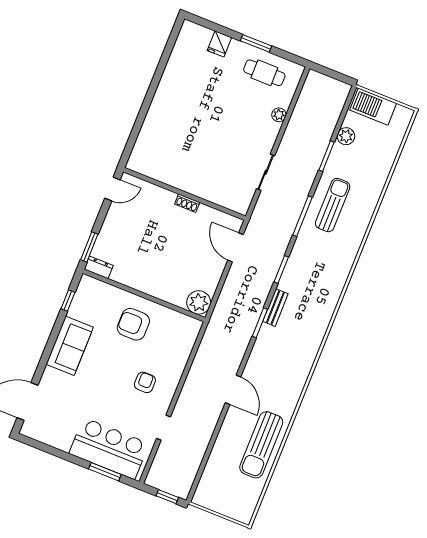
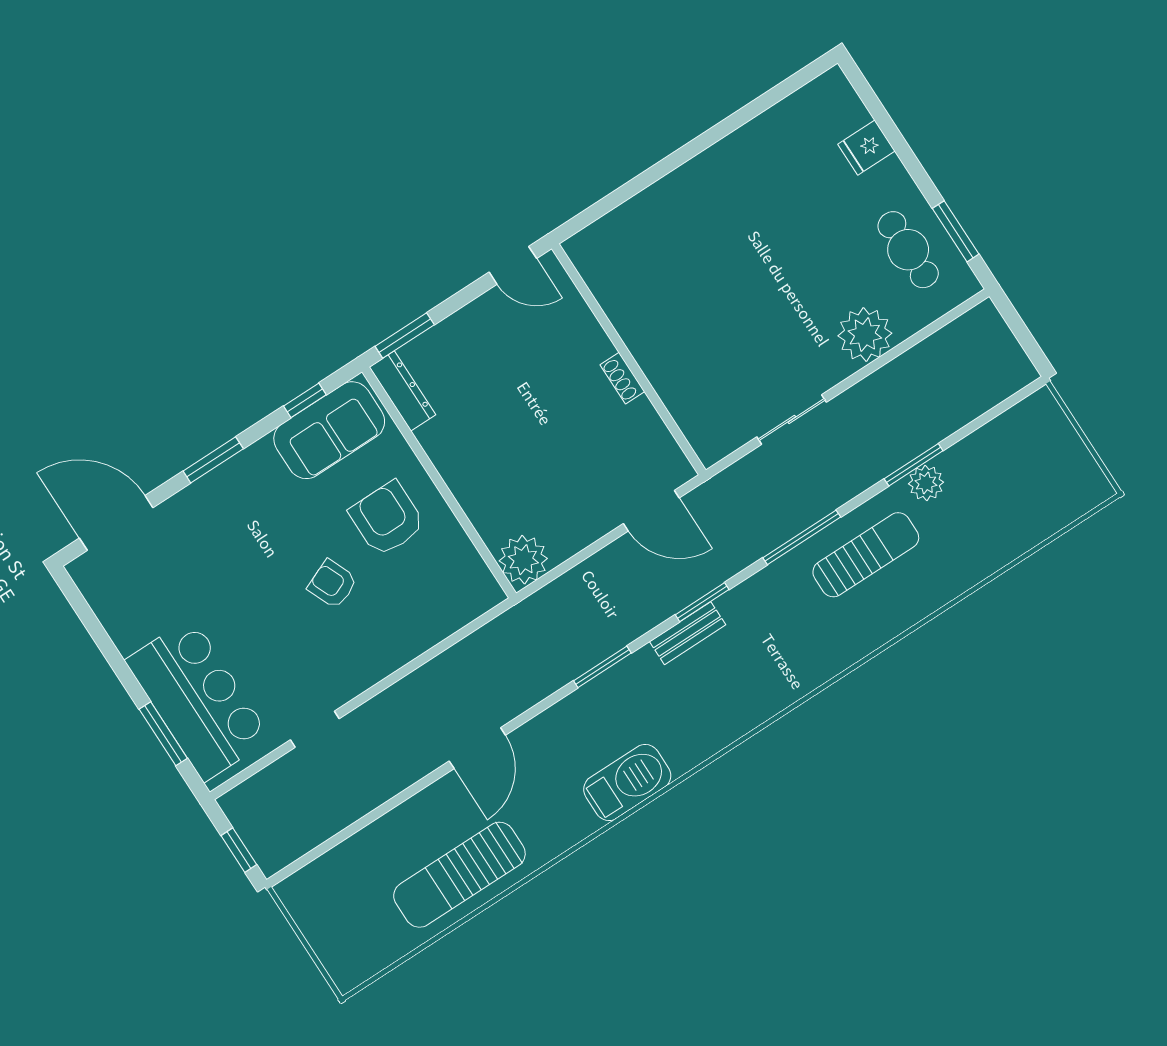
window: (256, 43) -> (956, 231), moved
barbecue: (373, 107) -> (627, 783), moved, turned 90
plant: (279, 115) -> (865, 335), width x1.87, depth x1.87
plant: (346, 136) -> (926, 483), moved
door: (236, 247) -> (651, 511), swing flipped
dresser: (99, 267) -> (402, 391), width x1.44
bench: (275, 308) -> (688, 633), moved
sofa: (70, 346) -> (329, 430), moved
window: (48, 349) -> (213, 460), added
armchair: (145, 382) -> (332, 584), moved, turned -113

